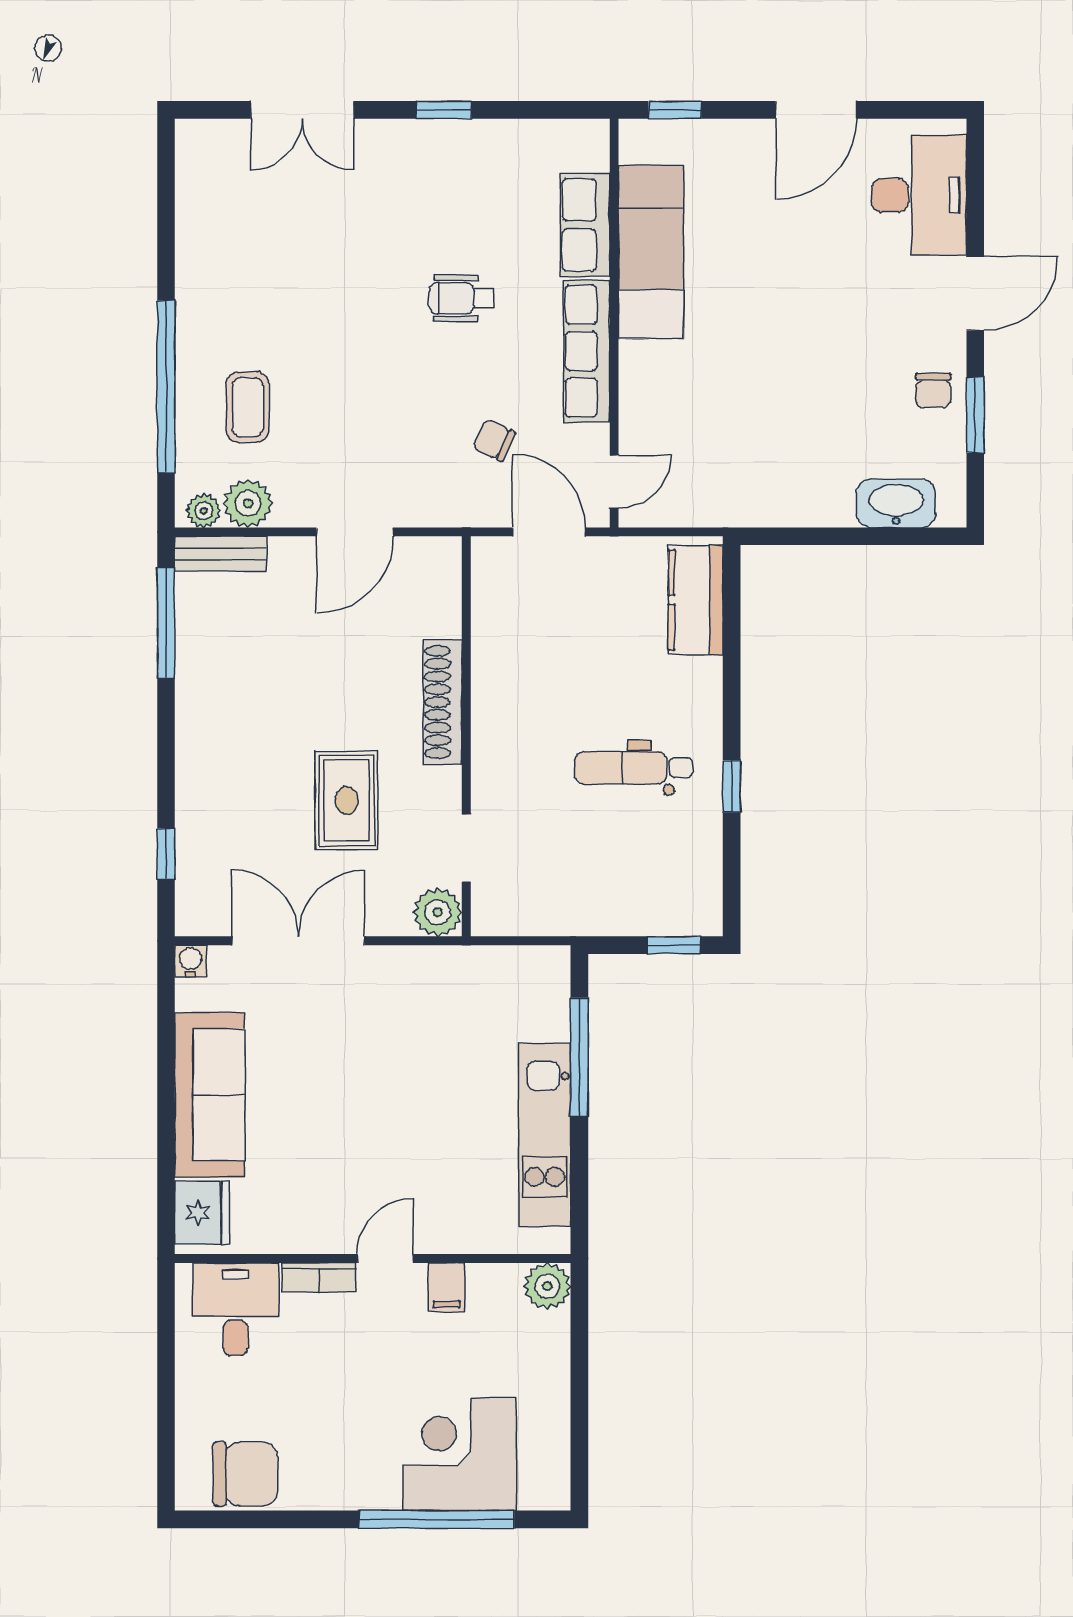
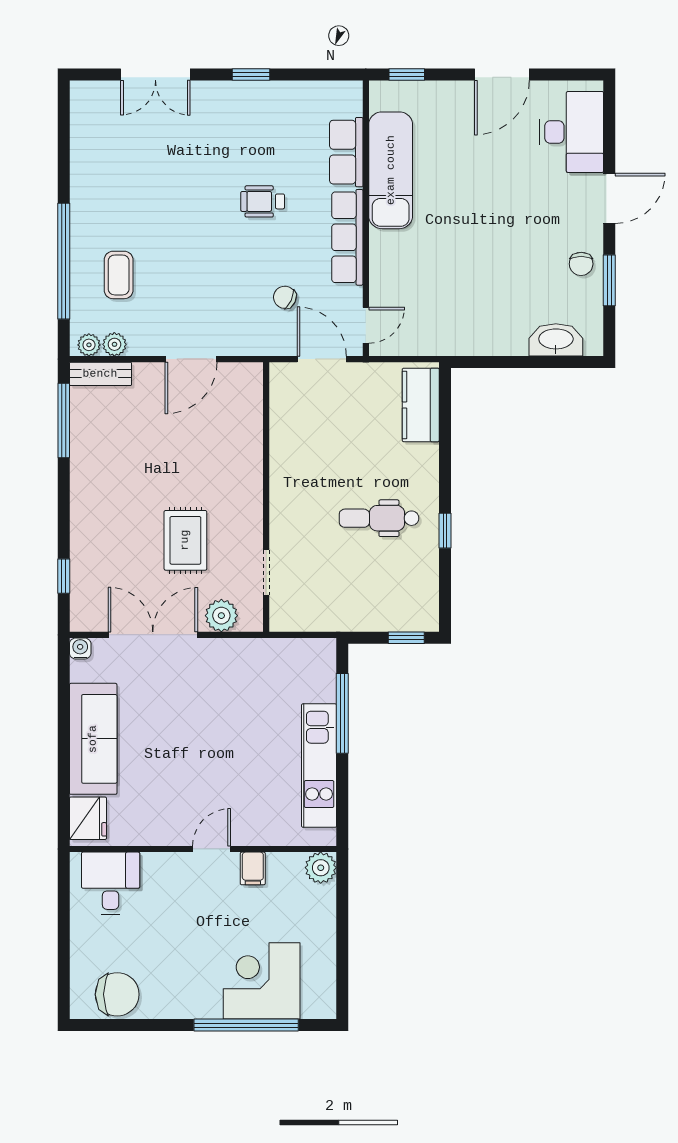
plant: (248, 503) -> (114, 344), width x0.73, depth x0.73
shoe rack: (443, 702) -> (250, 474), removed
plant: (438, 912) -> (221, 616), moved
bookcase: (319, 1277) -> (167, 862), removed

